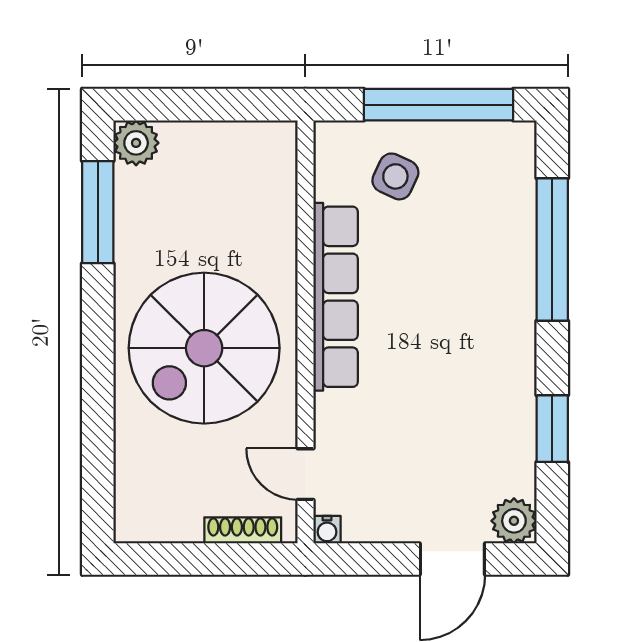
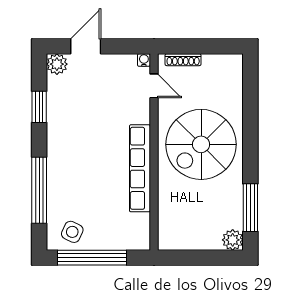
side table: (395, 176) -> (72, 232), moved
spiral stairs: (204, 348) -> (201, 144), turned 180

